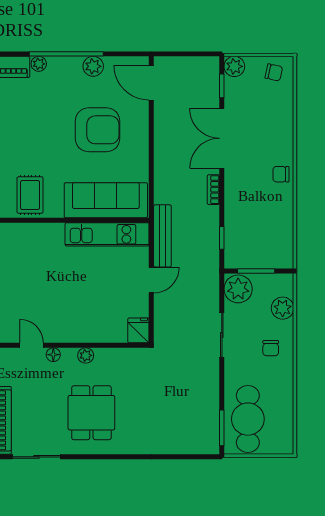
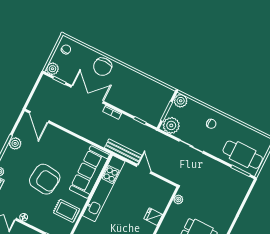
door: (151, 83) -> (39, 117), hinge flipped
armchair: (98, 130) -> (45, 179), moved, turned 97
double door: (222, 138) -> (87, 94), swing flipped
chair: (281, 174) -> (103, 67), moved, width x1.87, depth x1.87
kitchen unit: (107, 234) -> (104, 188), width x1.36
plant: (283, 308) -> (181, 101), moved
fridge: (138, 330) -> (153, 217), moved
plant: (86, 355) -> (178, 199), moved

